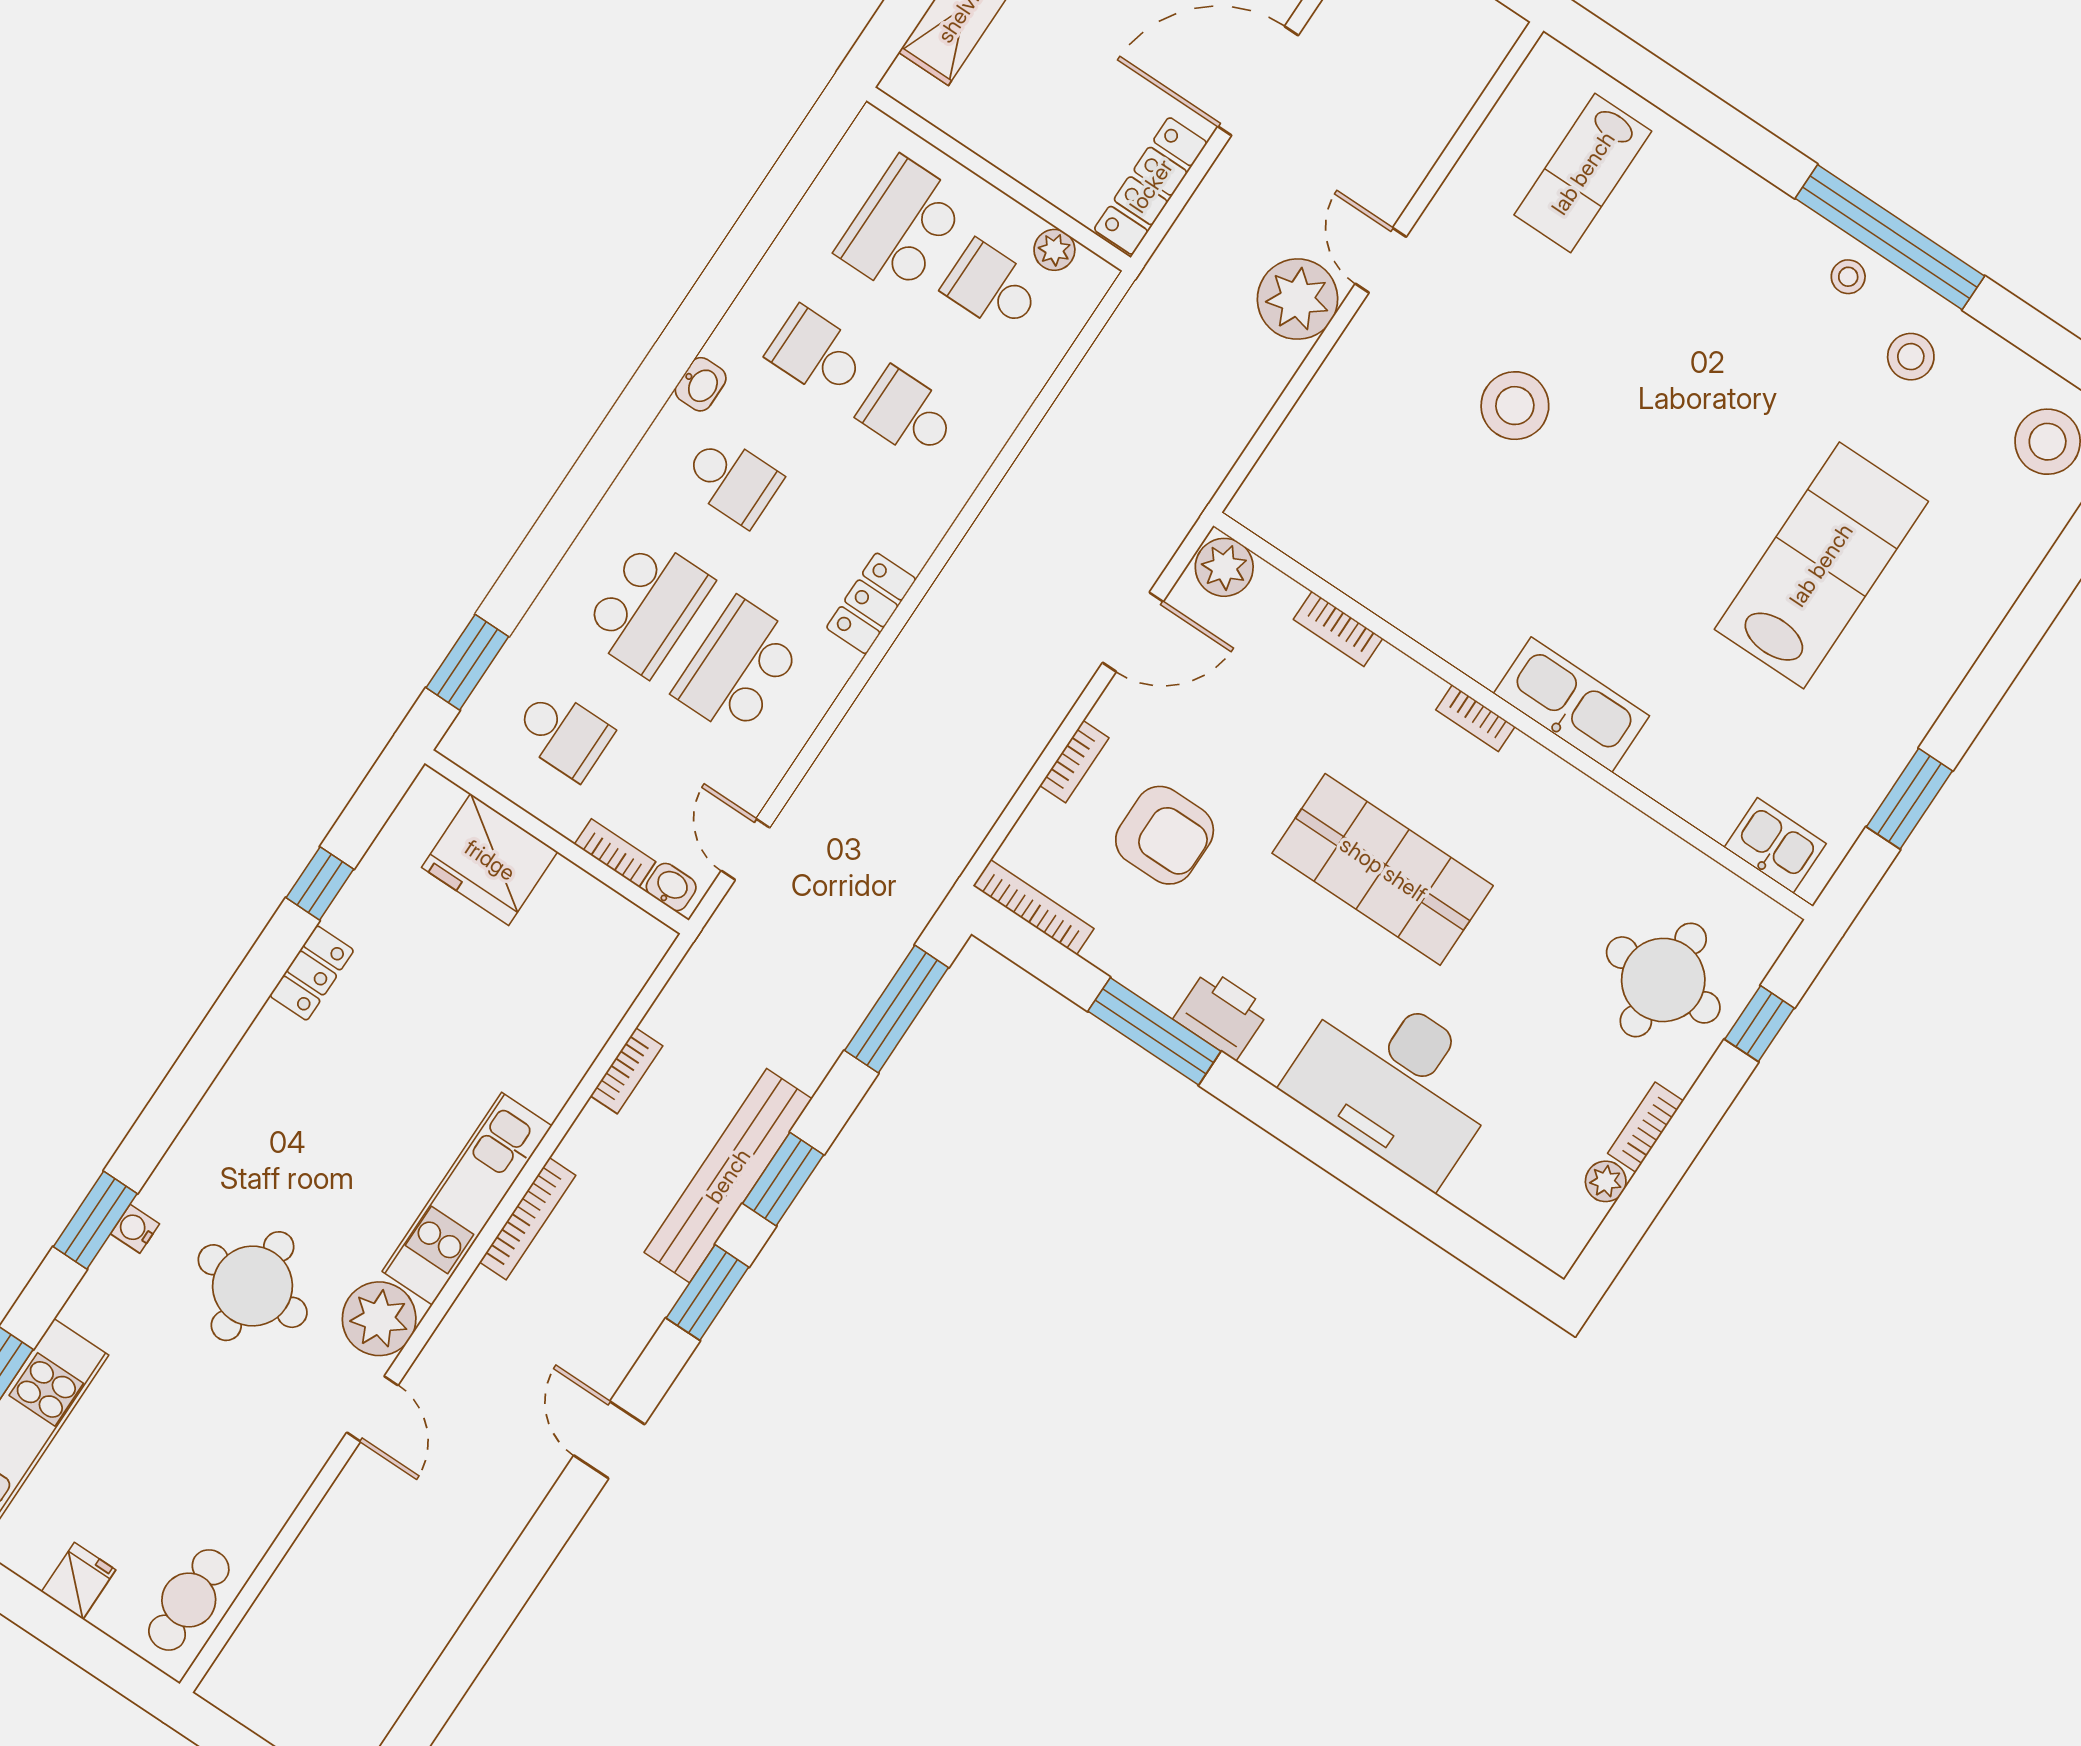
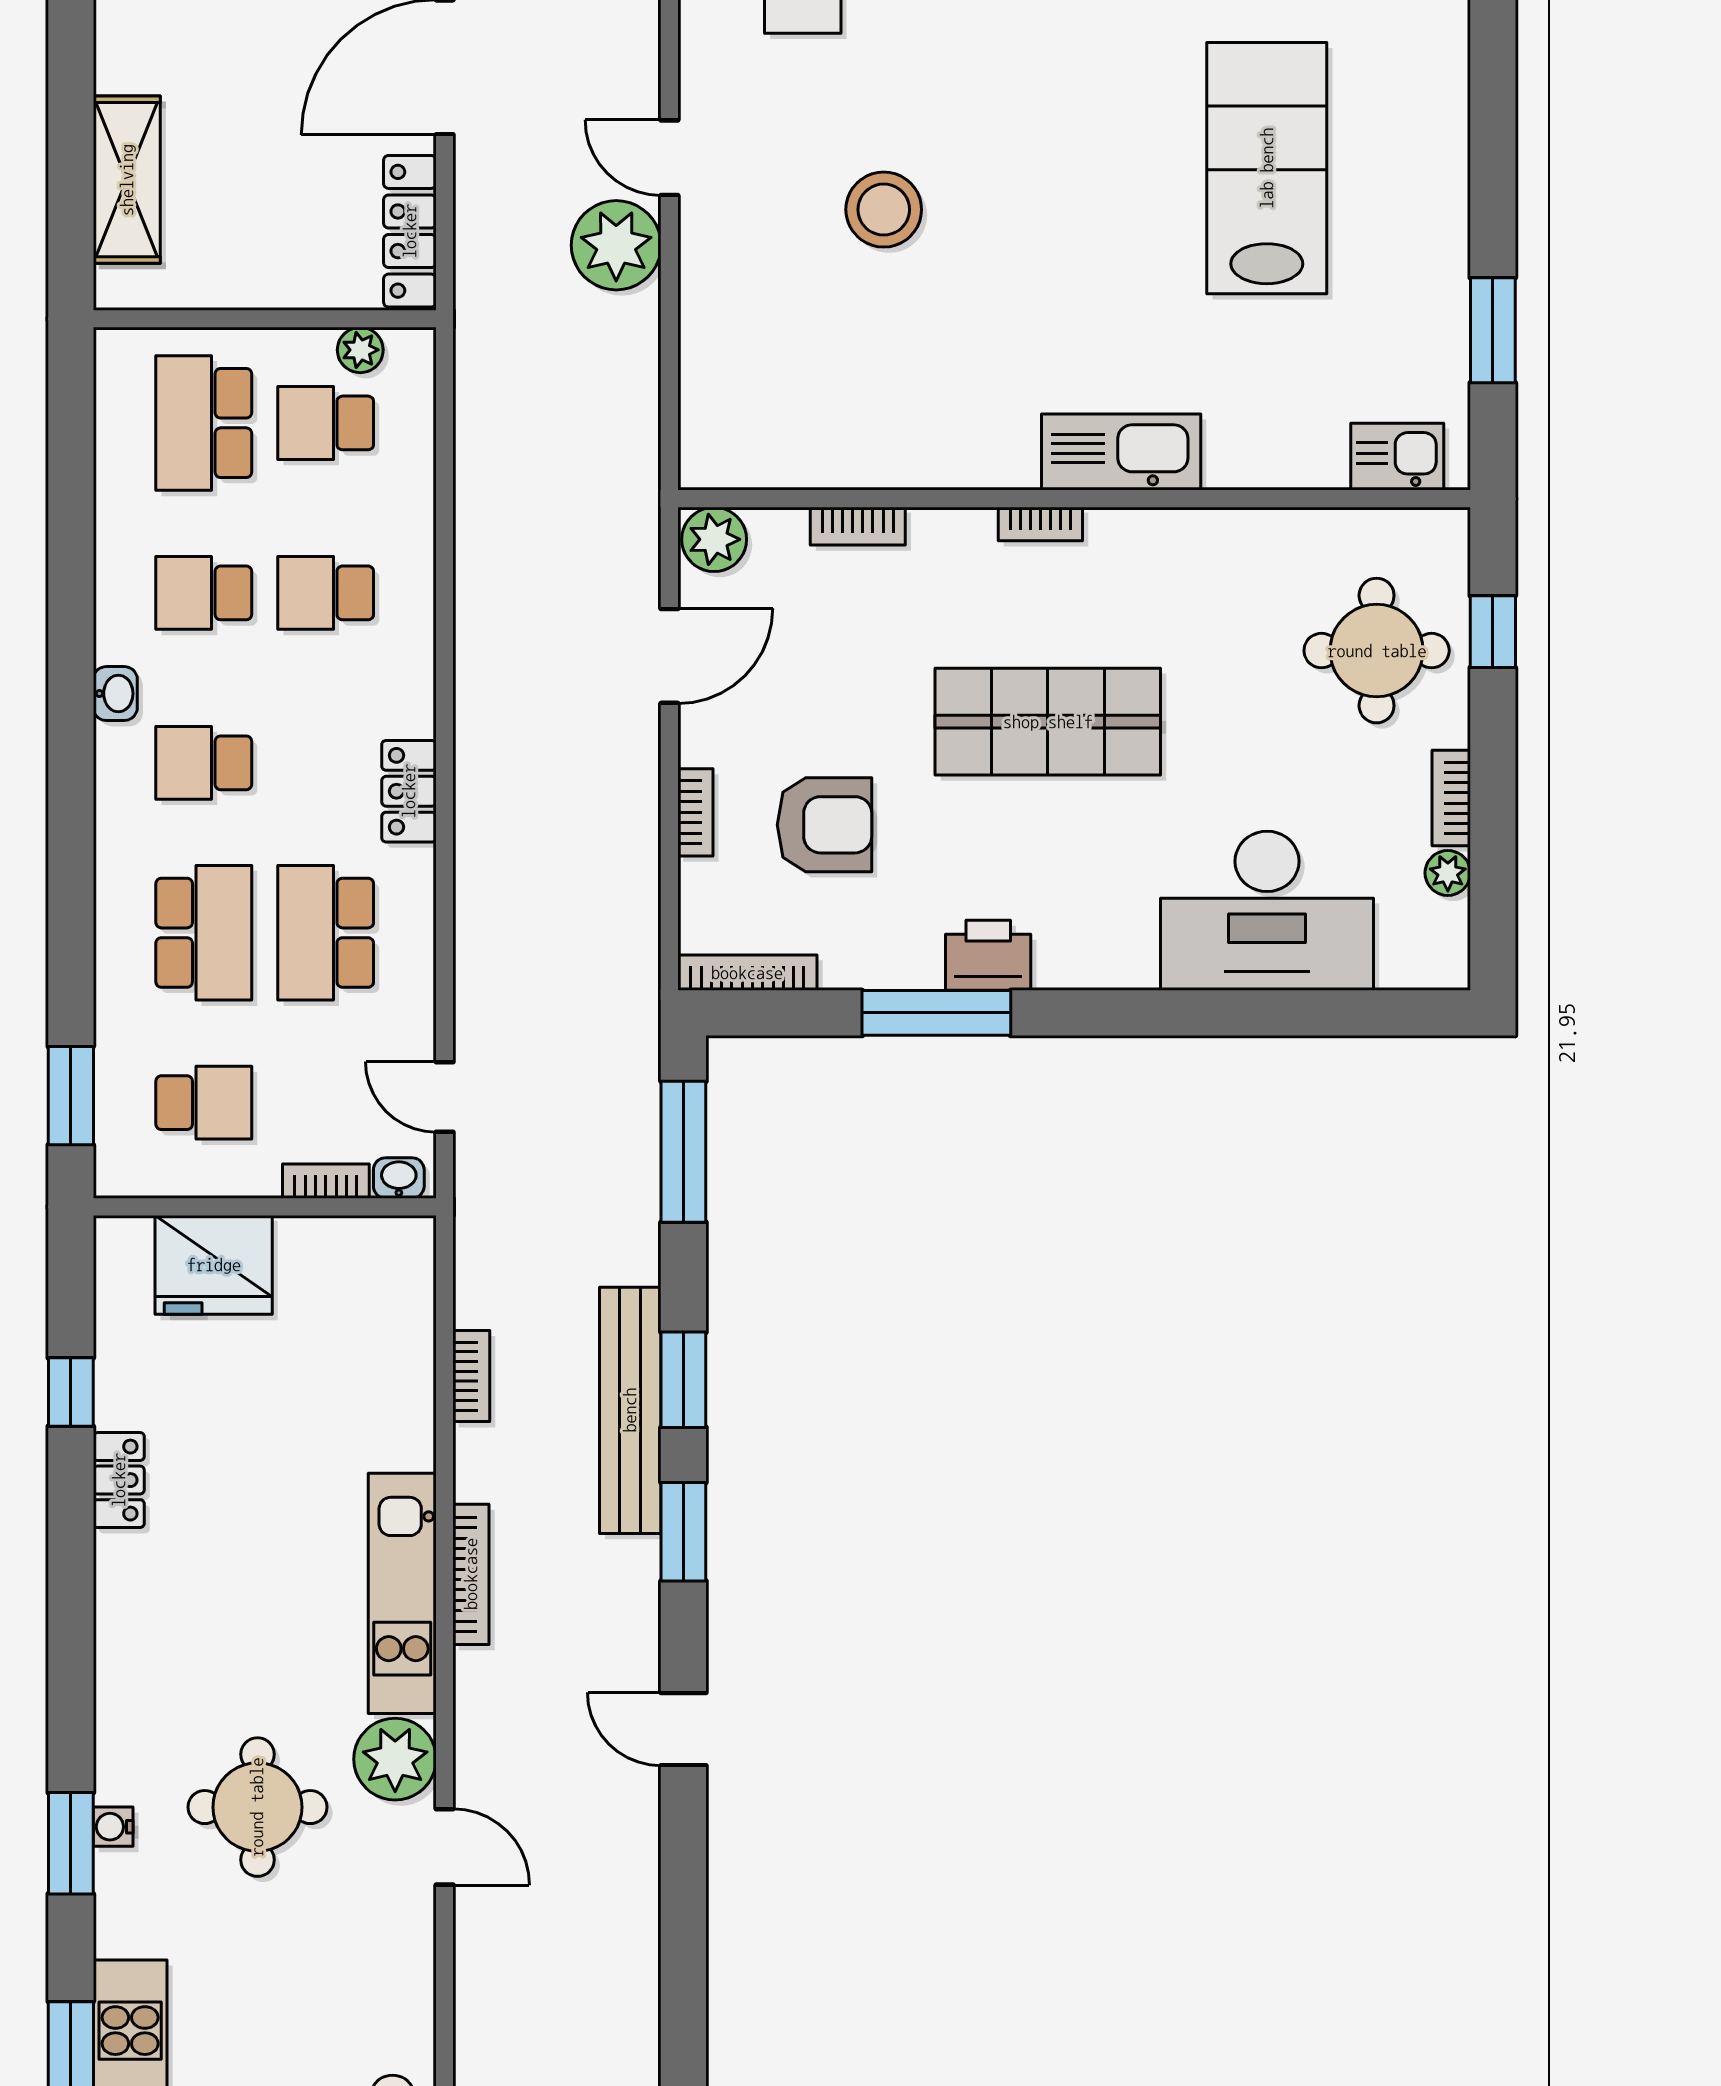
school desk: (732, 480) -> (204, 763), turned 180
desk: (1395, 1082) -> (1267, 911), moved

